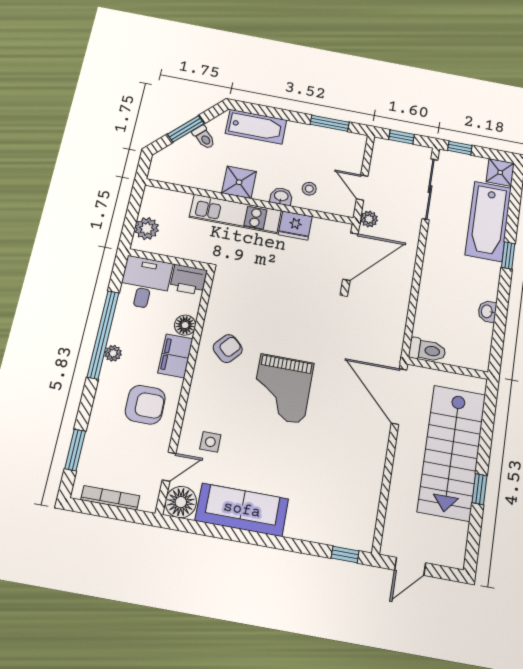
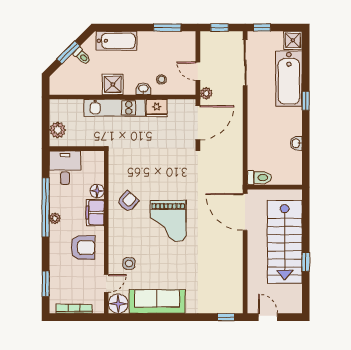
printer: (188, 280) -> (93, 160), removed
door: (410, 566) -> (268, 317), swing flipped

